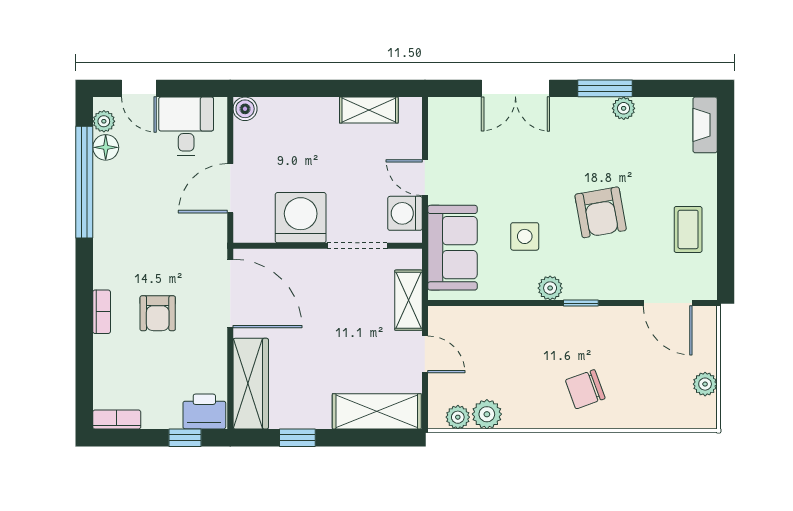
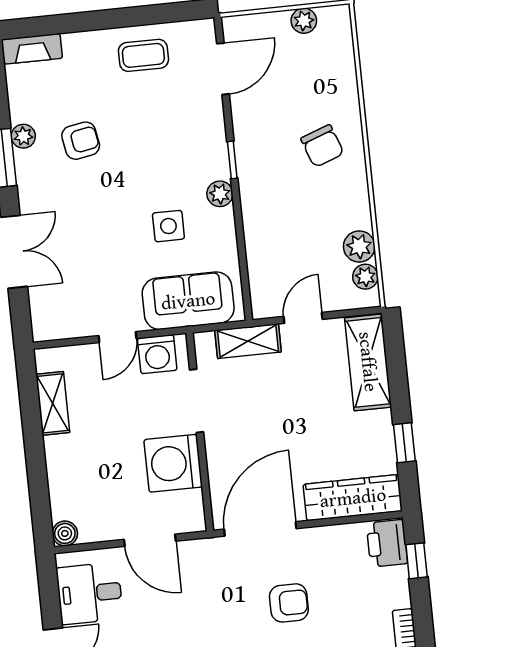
armchair: (601, 212) -> (81, 141), moved, width x0.72, depth x0.72

